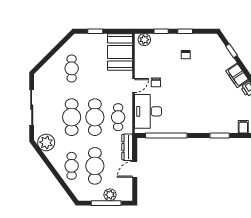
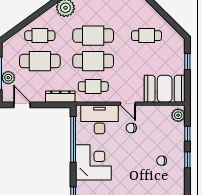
corner desk: (187, 117) -> (93, 162), added
door: (135, 169) -> (22, 105), moved

